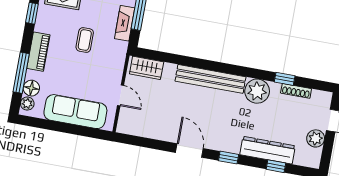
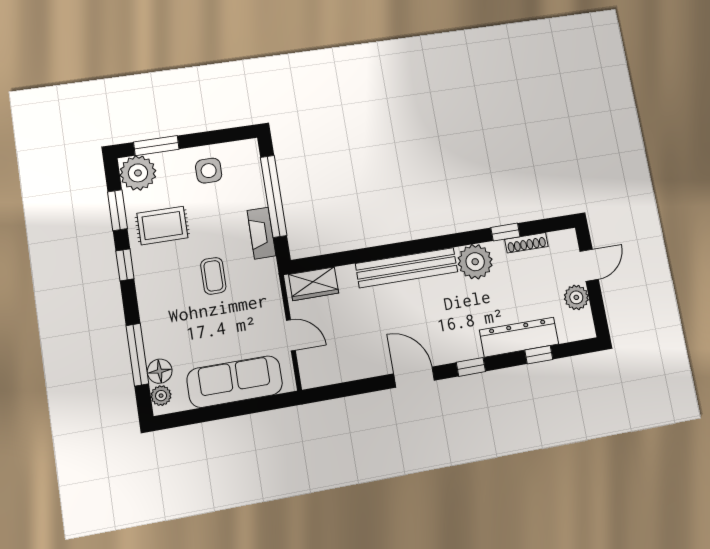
piano: (38, 52) -> (152, 316), removed

